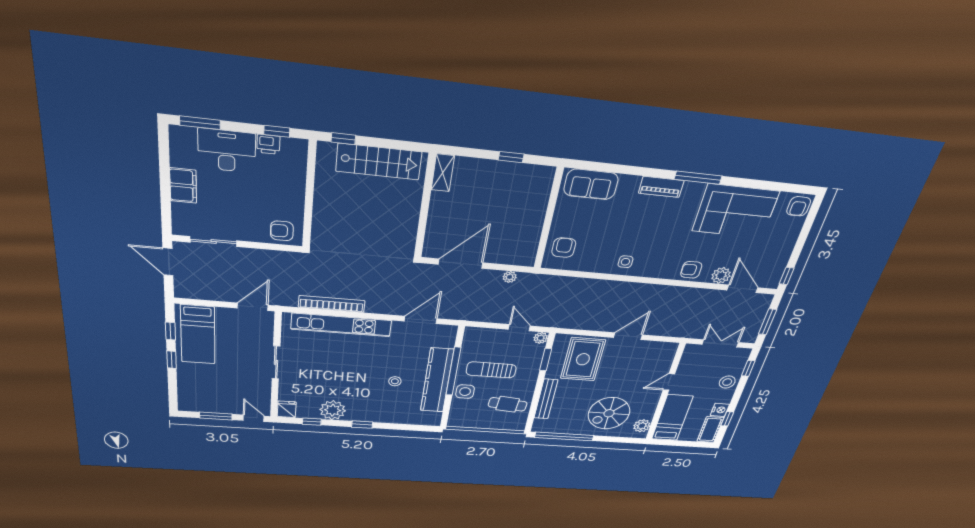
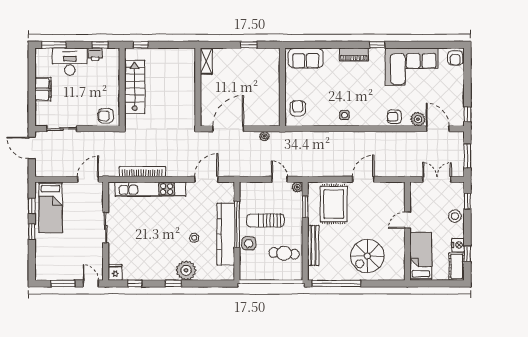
stairs: (379, 162) -> (135, 87), moved, turned -90
window: (698, 178) -> (377, 45), width x0.46
plant: (333, 410) -> (186, 270), moved
plant: (642, 426) -> (398, 267), removed

